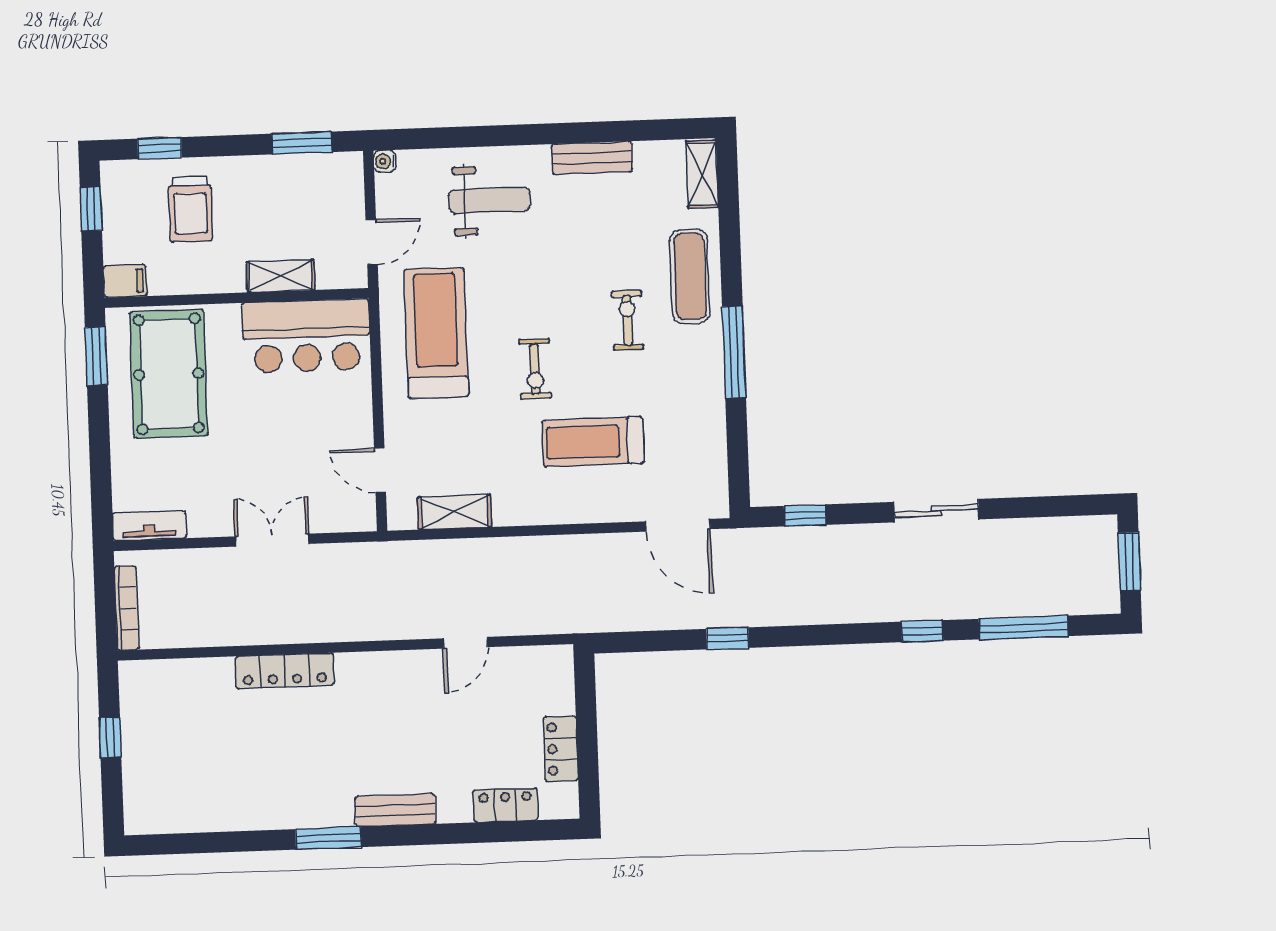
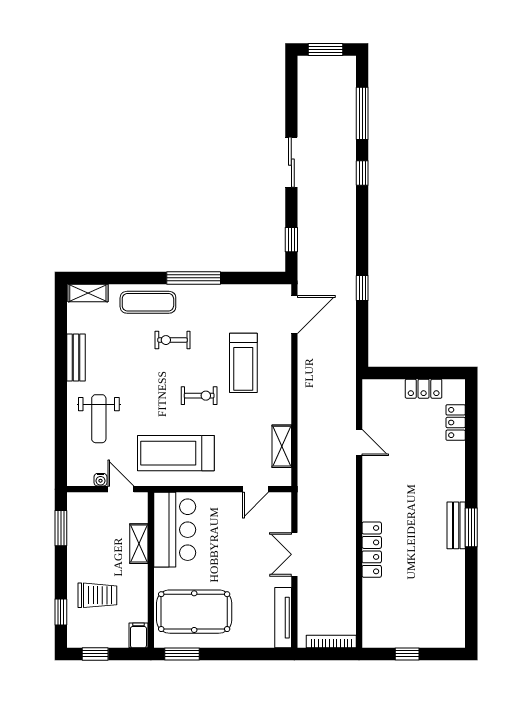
water cooler: (385, 161) -> (100, 480), moved
weight bench: (490, 200) -> (99, 419), turned 180
tv unit: (149, 526) -> (283, 618), width x1.41
bench: (395, 810) -> (456, 525), moved

